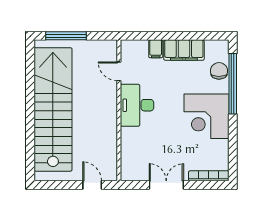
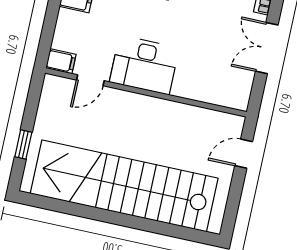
window: (66, 36) -> (23, 144), width x0.46
filing cabinet: (156, 49) -> (61, 61), moved

